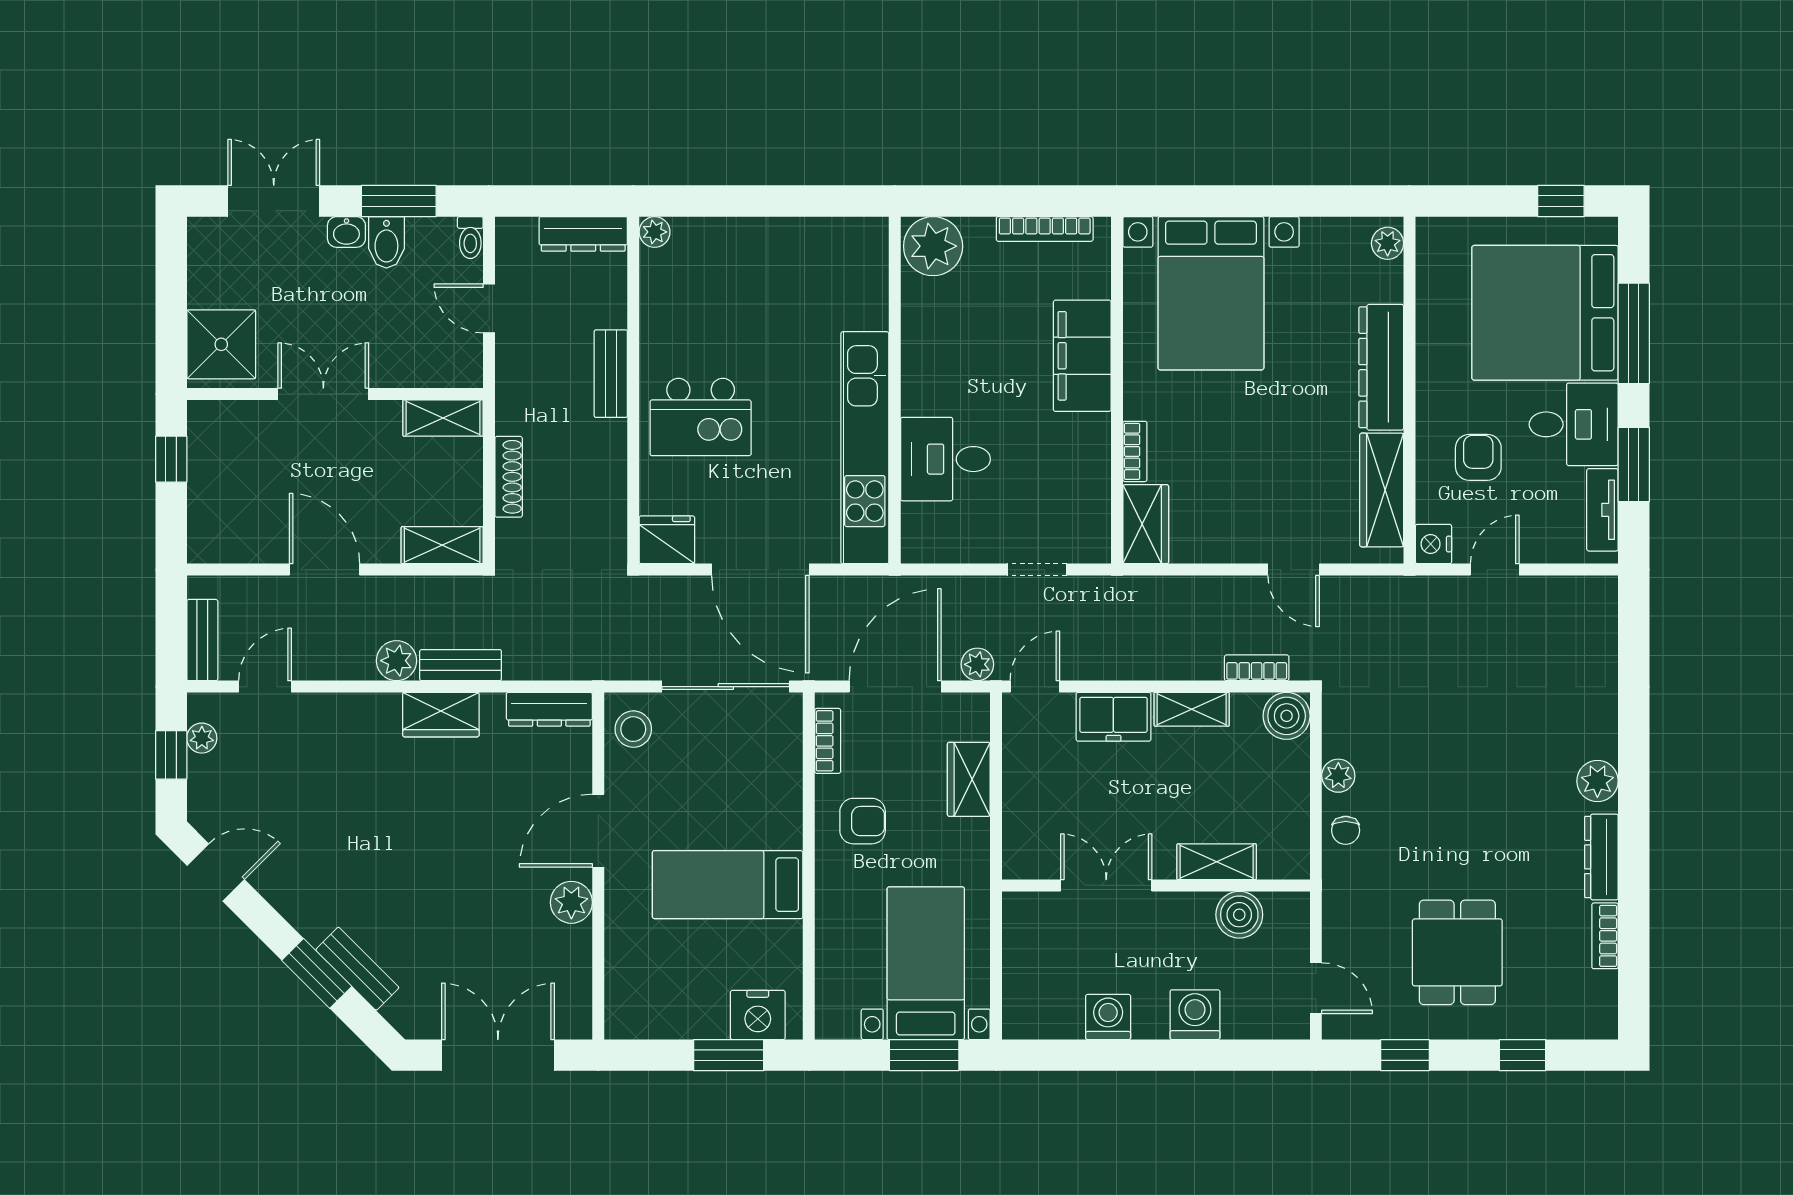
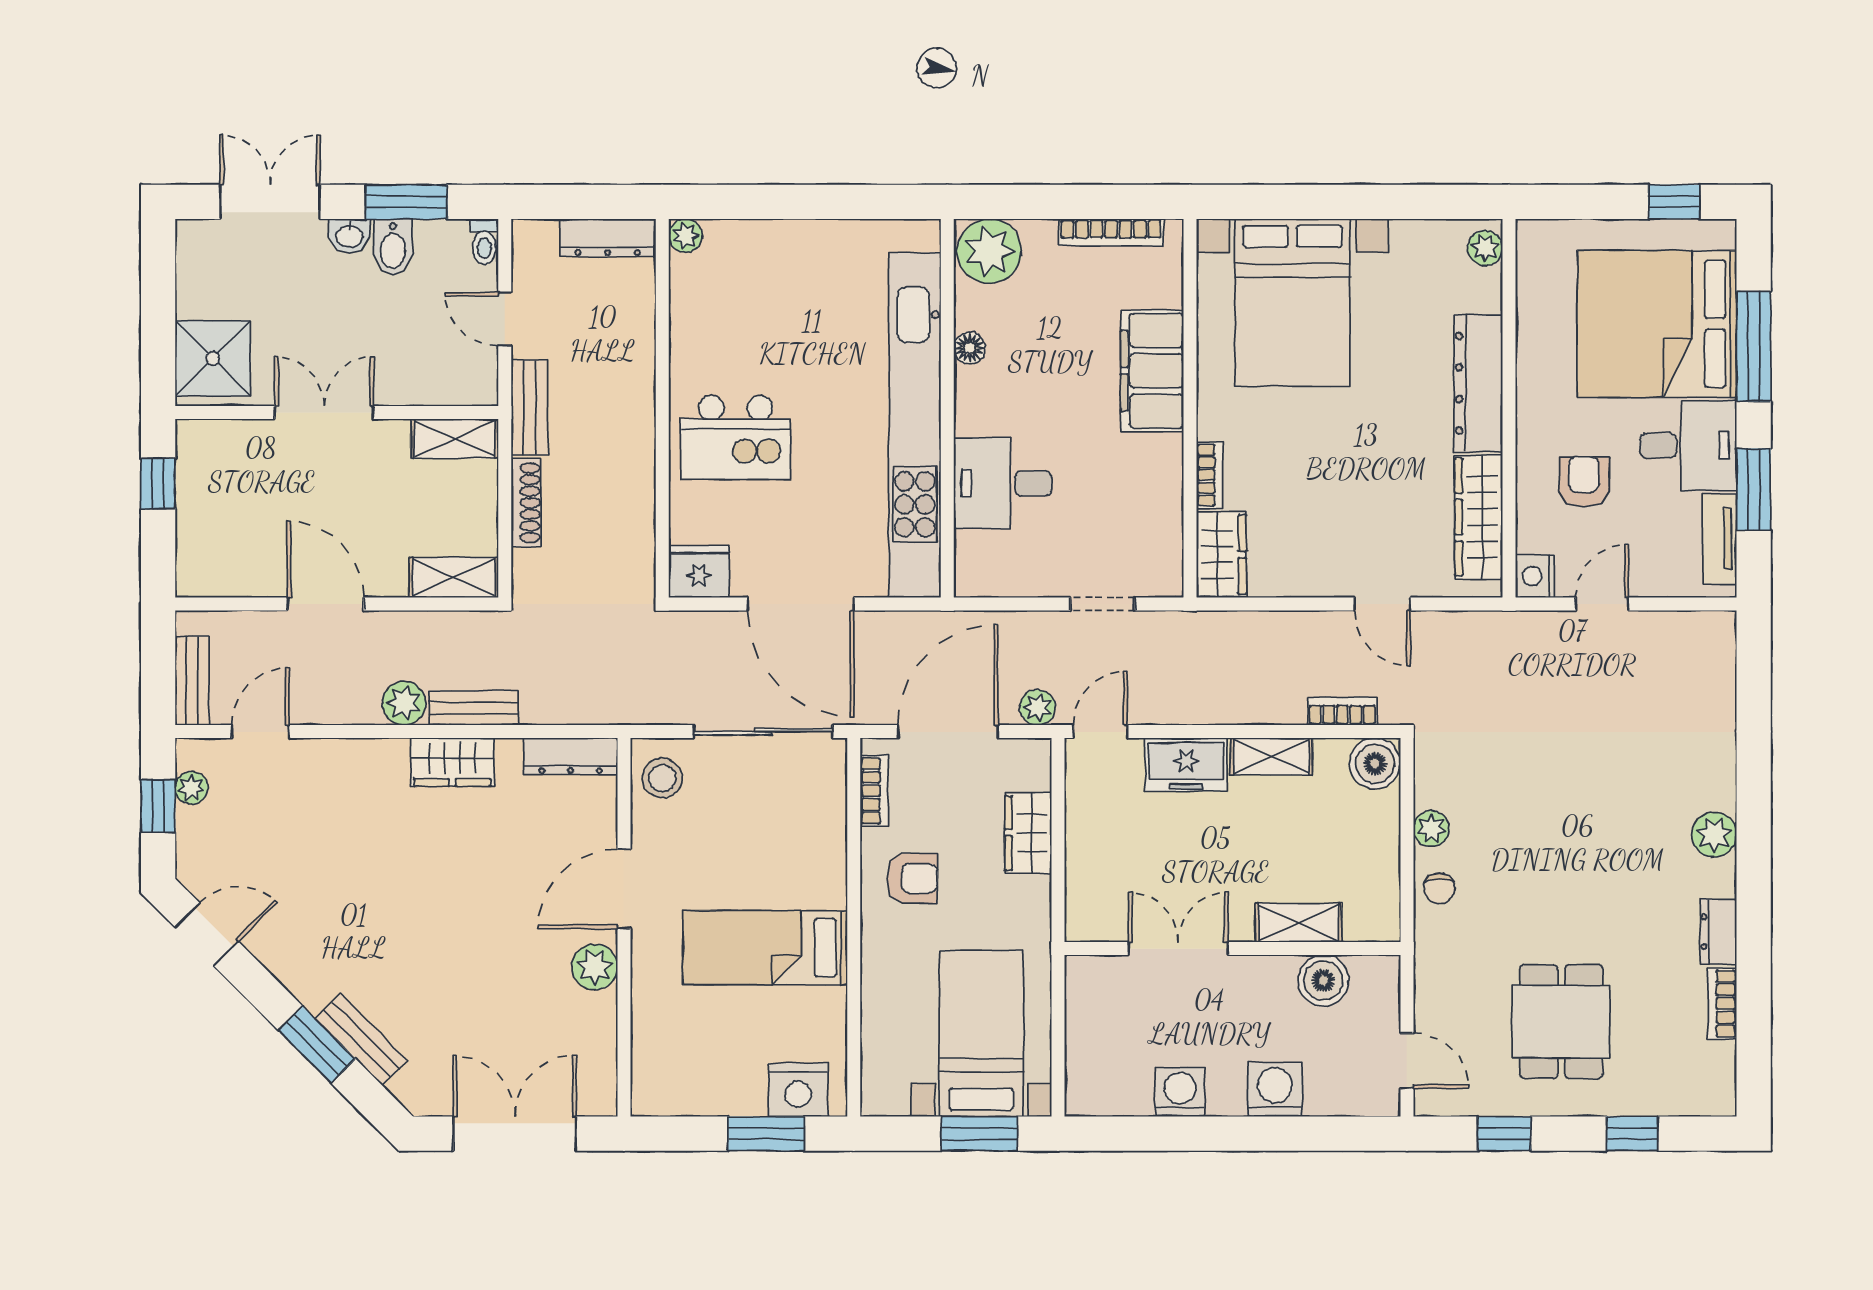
floor lamp: (915, 335) -> (970, 348), added
bench: (611, 374) -> (529, 408), moved
kitchen unit: (865, 448) -> (915, 425), width x1.36
dresser: (1601, 857) -> (1718, 932), width x0.70

